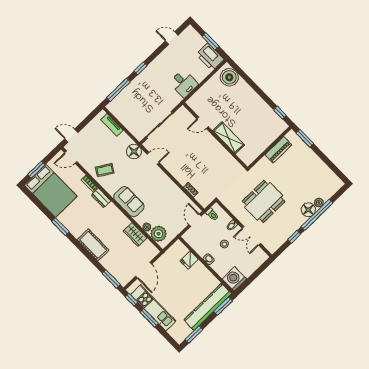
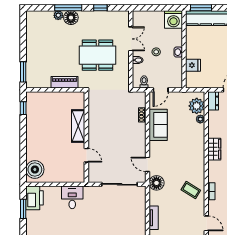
piano: (278, 150) -> (65, 82), moved
dresser: (101, 198) -> (213, 101), moved
sofa: (129, 202) -> (158, 125), moved, turned 180
window: (317, 215) -> (68, 8), width x0.68
wardrobe: (135, 234) -> (214, 149), moved

